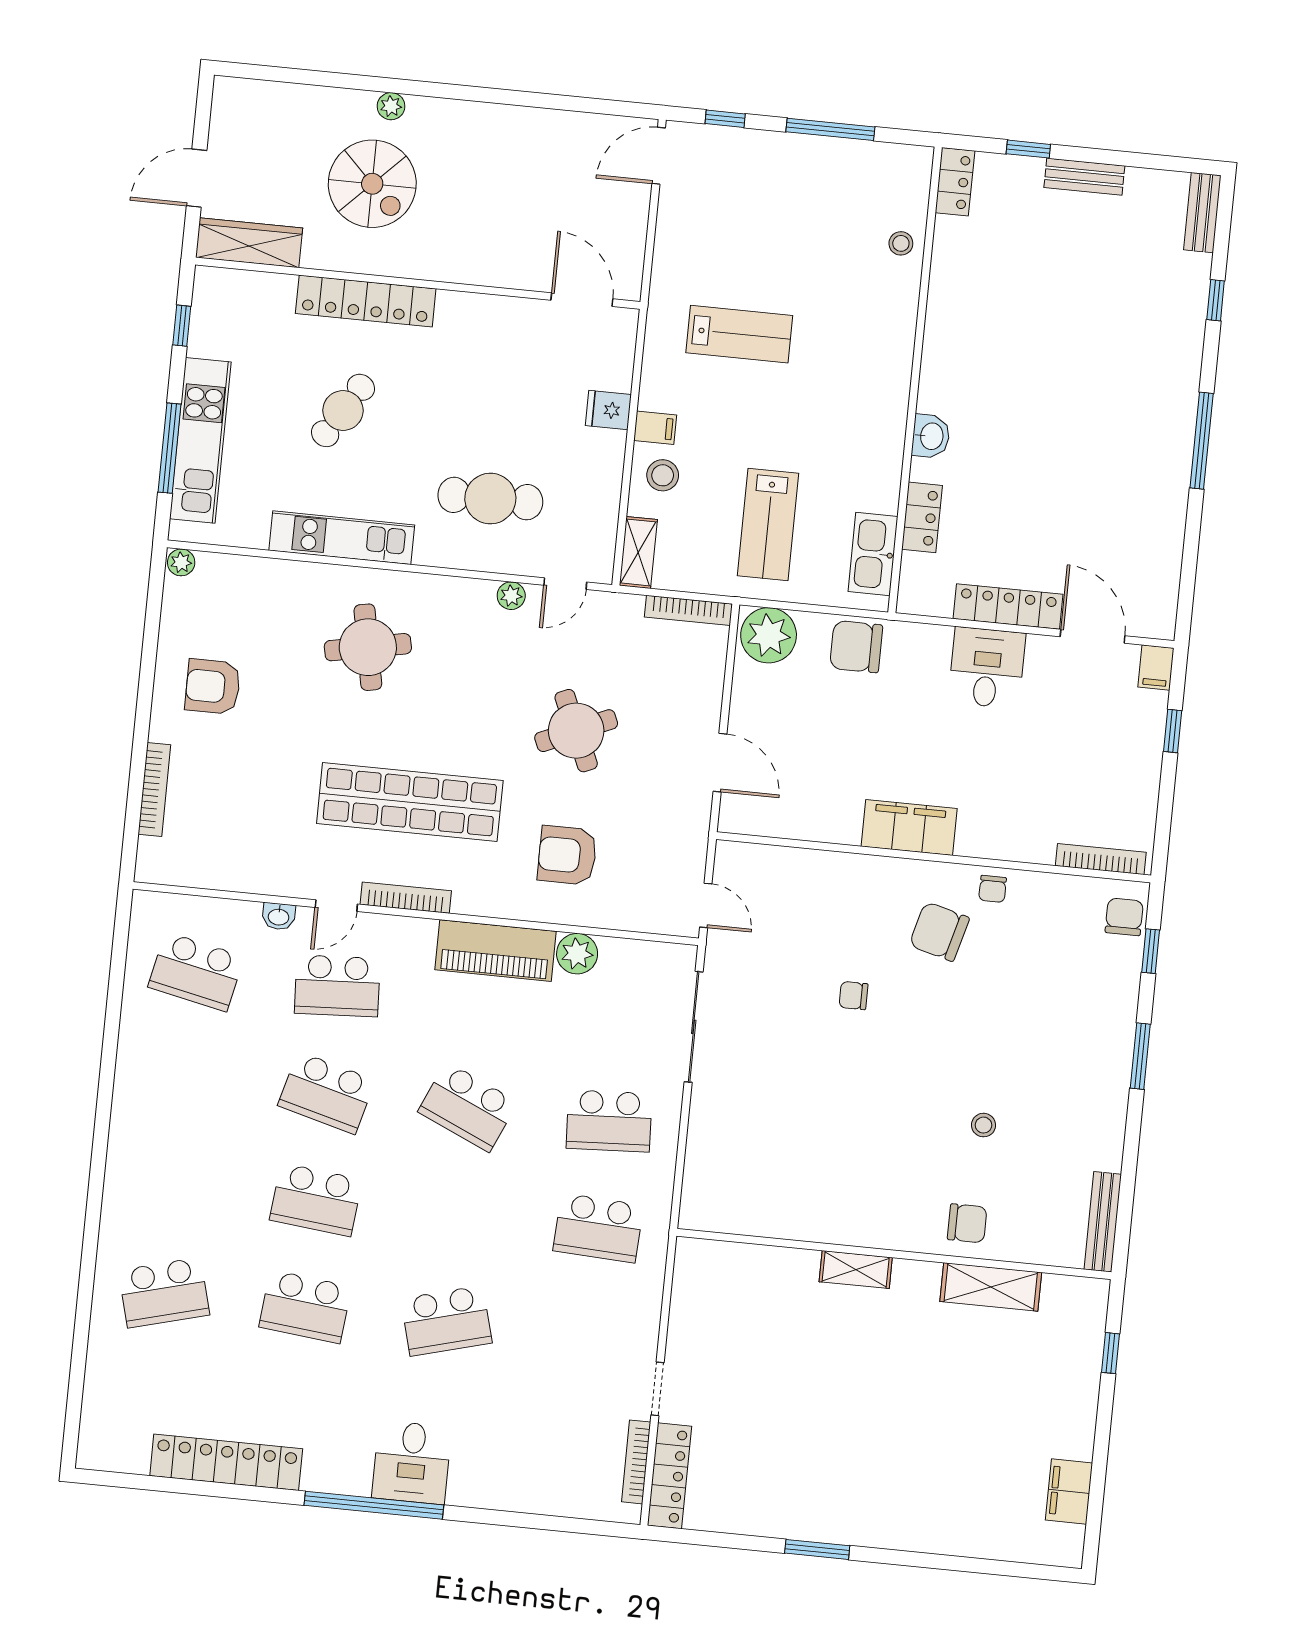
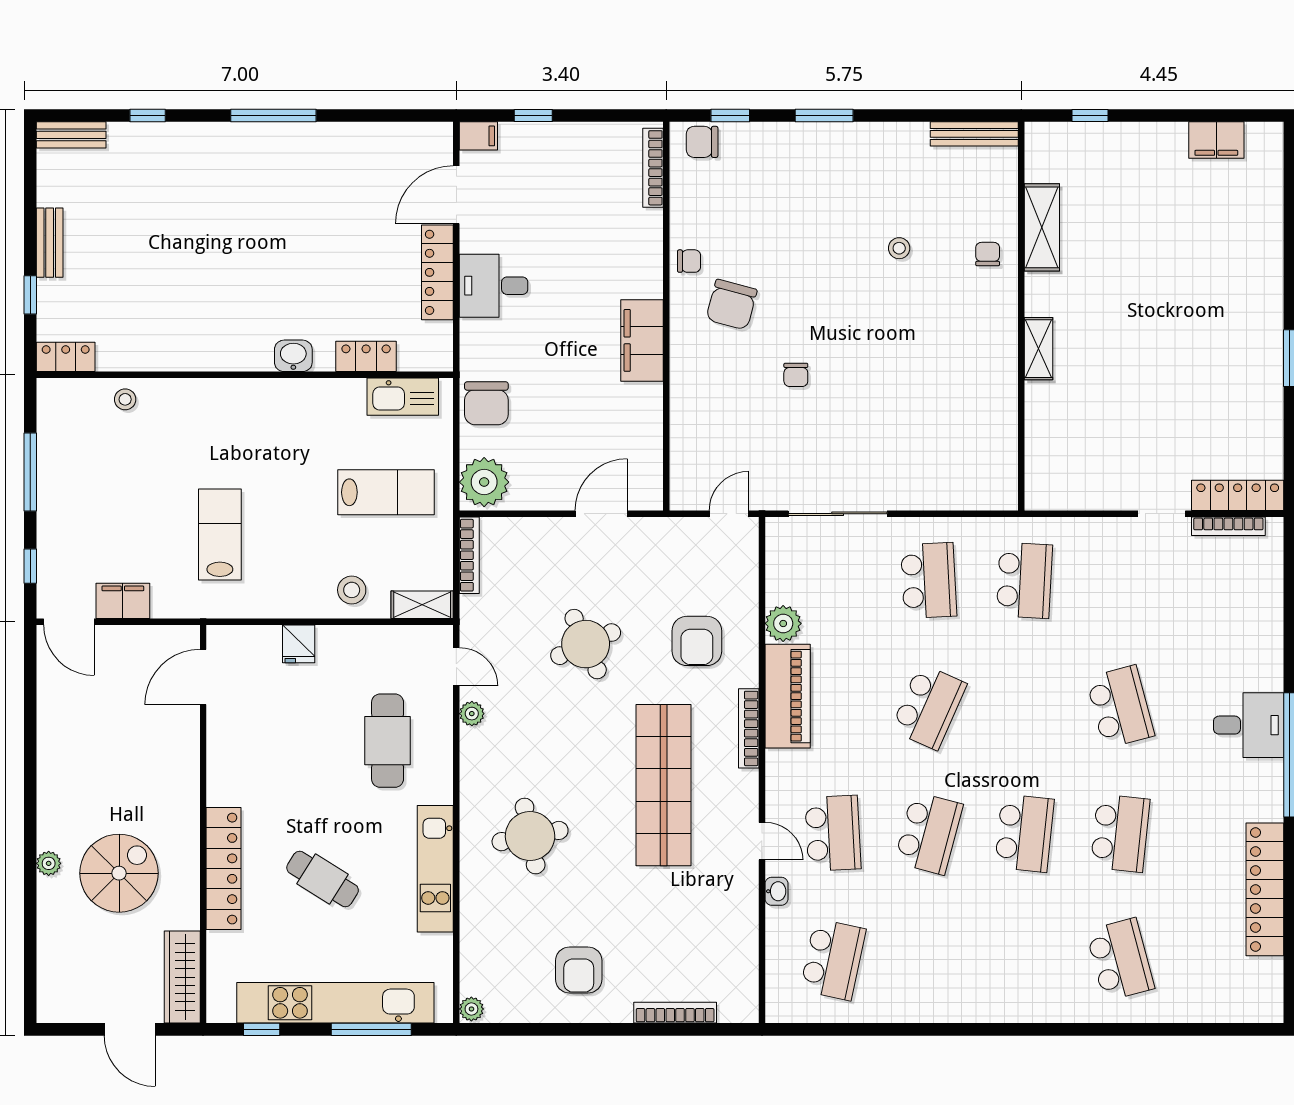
filing cabinet: (655, 428) -> (123, 601), moved, width x2.00
kitchen unit: (200, 440) -> (335, 1003), width x1.36
bookcase: (406, 898) -> (749, 728), moved
chair: (967, 1223) -> (988, 254), width x0.73, depth x0.73

